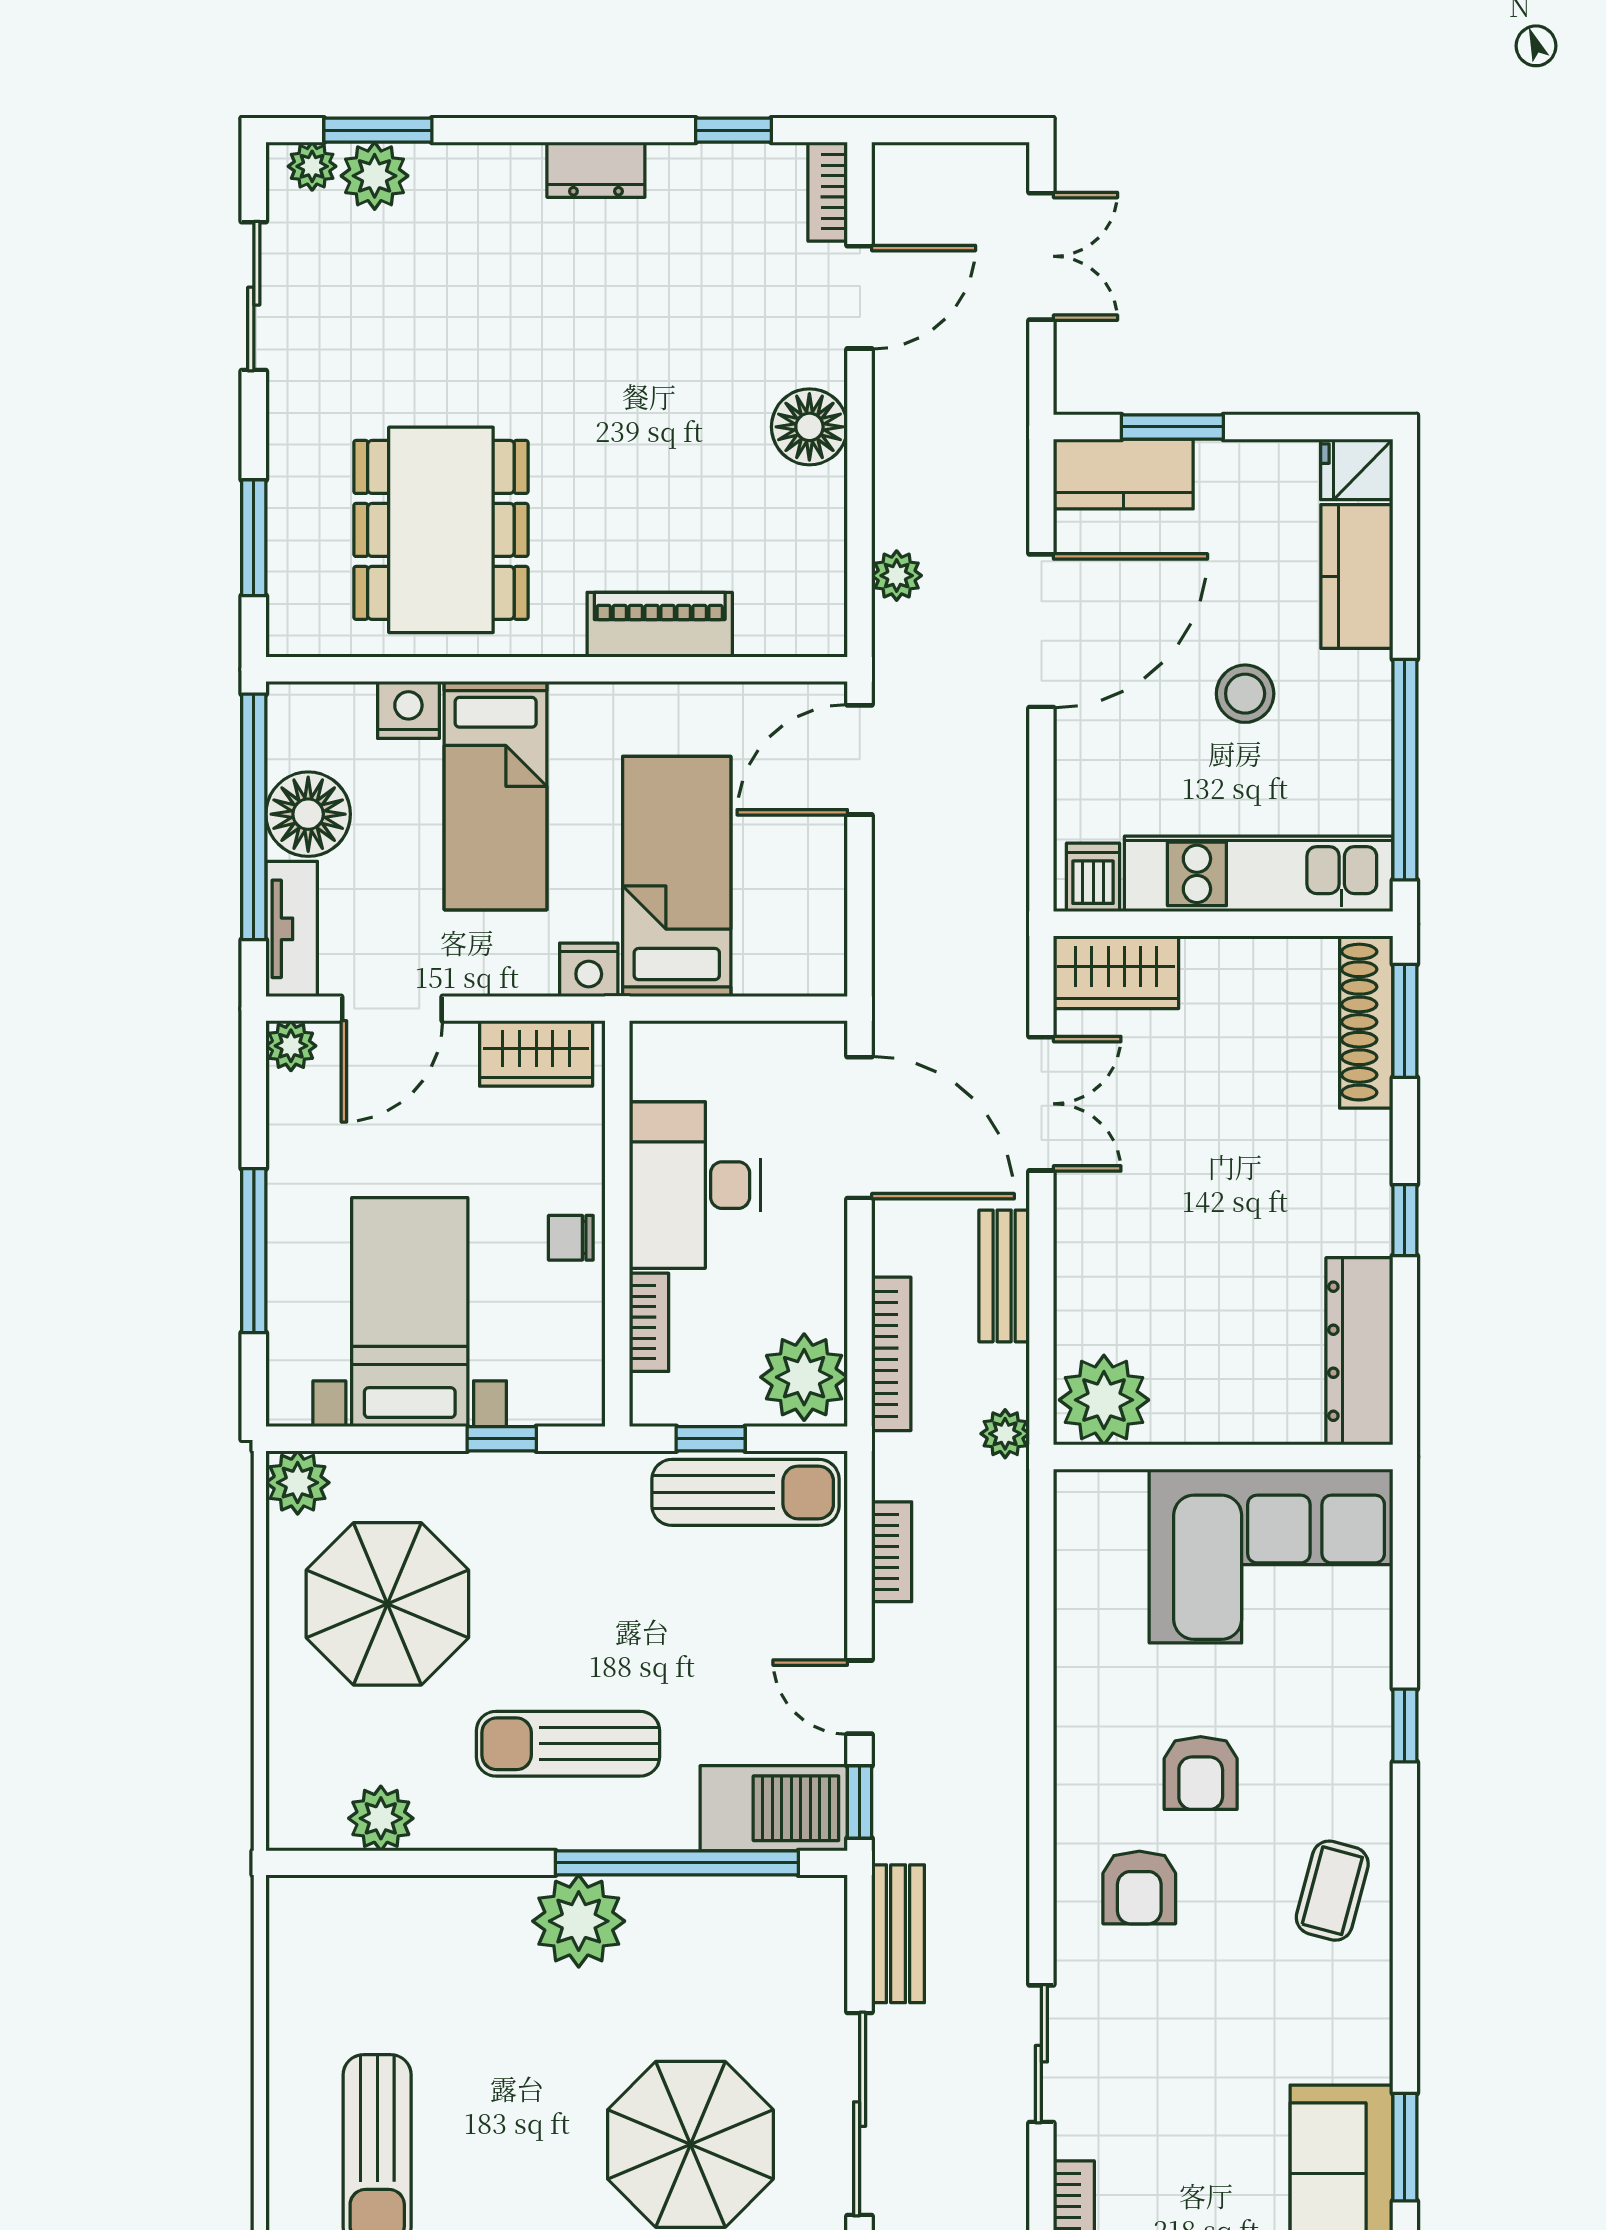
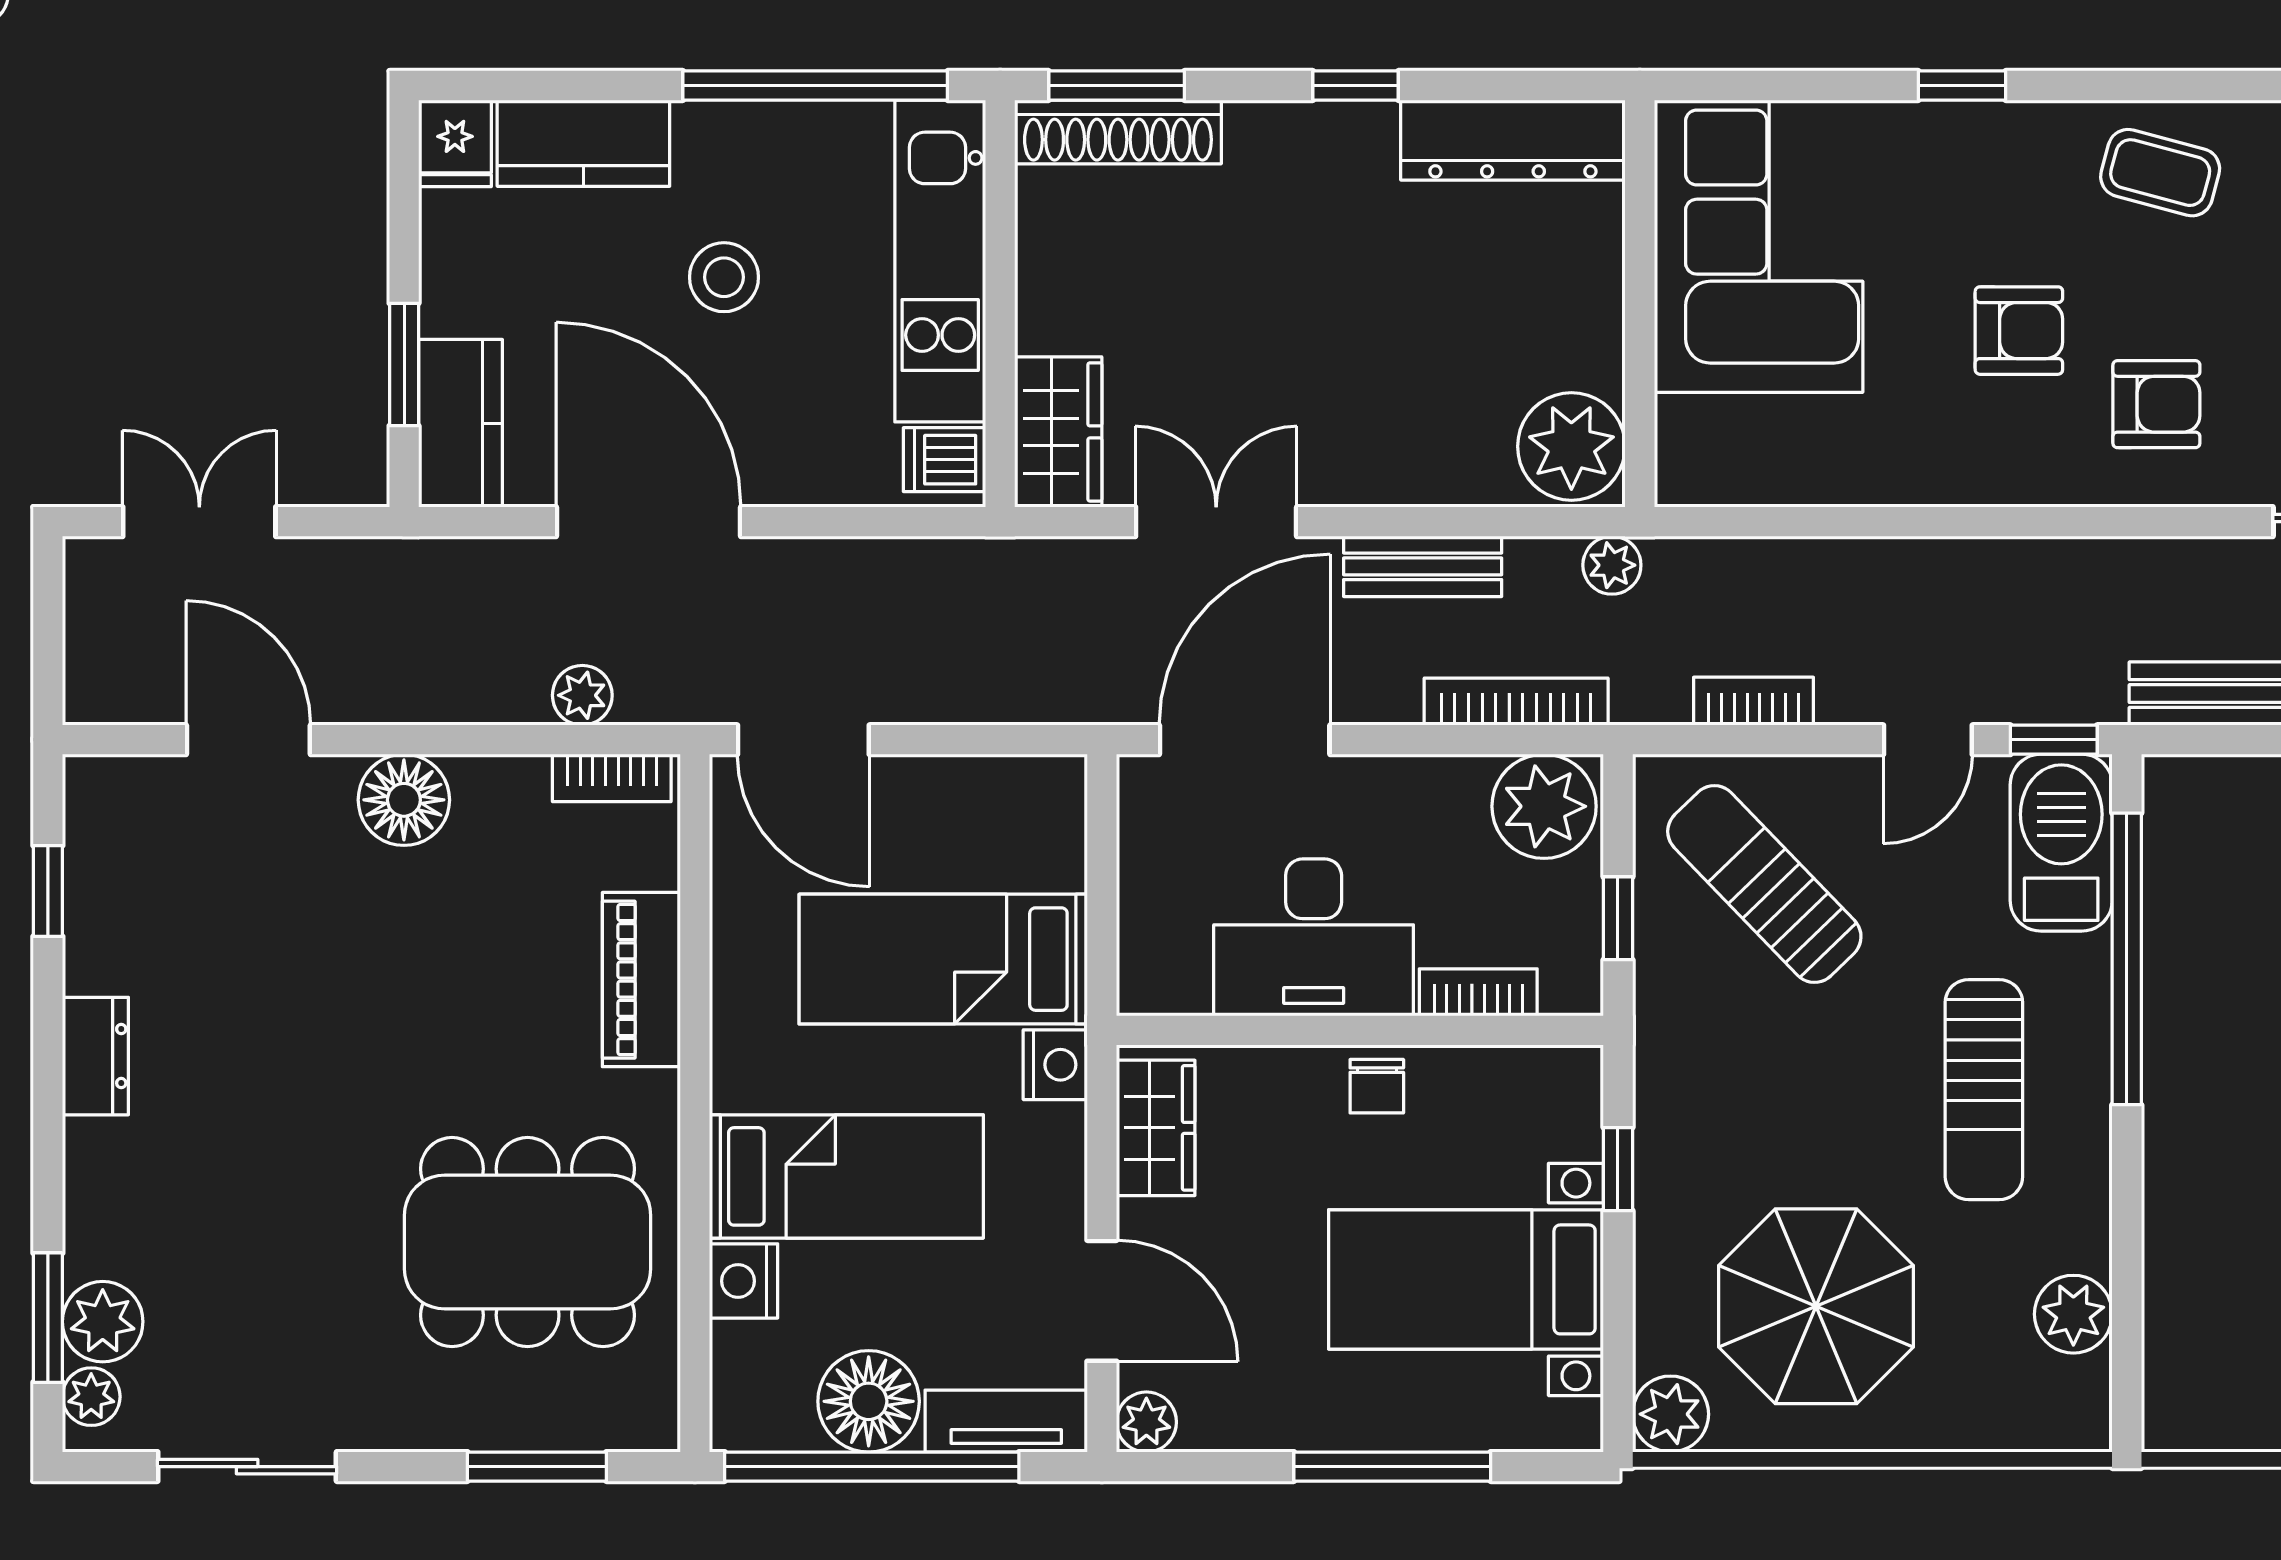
bookcase: (828, 192) -> (612, 778), moved
sun lounger: (746, 1492) -> (1764, 884), moved, turned -44
plant: (579, 1921) -> (2197, 1077), removed

